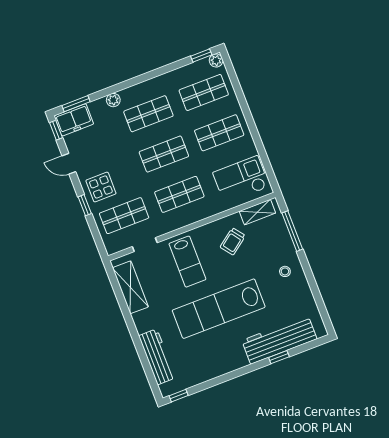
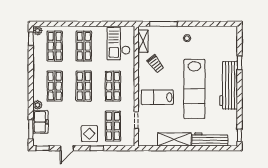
freezer: (74, 120) -> (40, 122), moved
lab bench: (187, 262) -> (157, 97), turned 180
shelving: (130, 287) -> (174, 139), moved
workbench: (279, 340) -> (229, 85), moved

